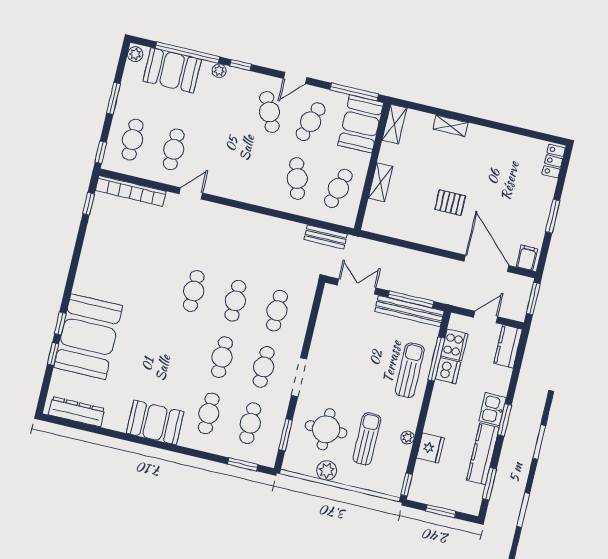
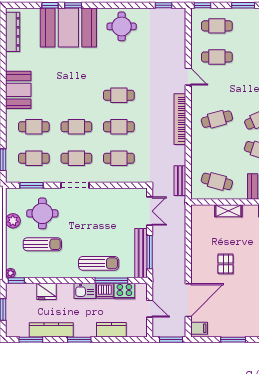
cafe table: (297, 179) -> (217, 119), moved
bookcase: (131, 191) -> (180, 119), moved
round table: (104, 266) -> (122, 26), added
kitchen counter: (508, 346) -> (111, 330), moved
kitchen sink: (493, 409) -> (85, 291), moved, turned 180
plant: (407, 438) -> (10, 273), moved

